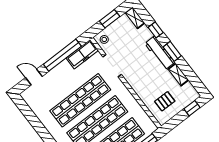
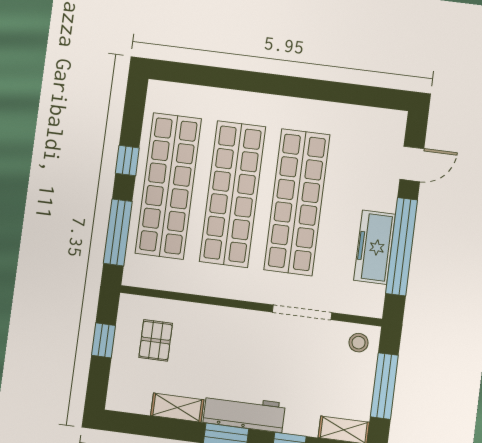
window: (110, 19) -> (384, 386), width x1.44
freezer: (82, 54) -> (375, 247), moved
window: (192, 108) -> (104, 340), moved

